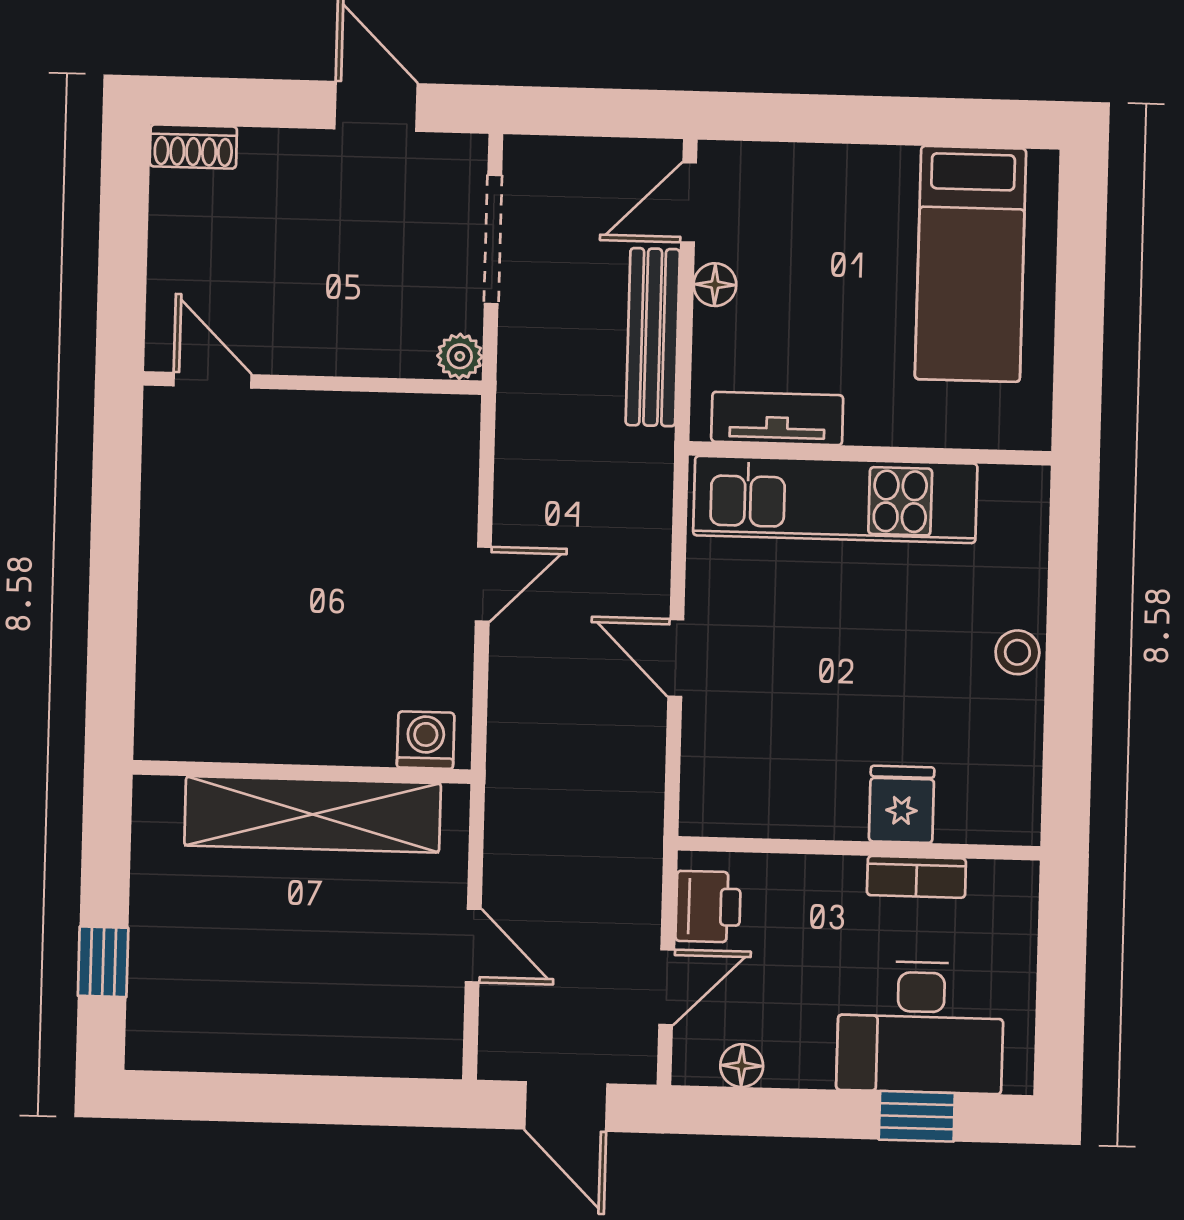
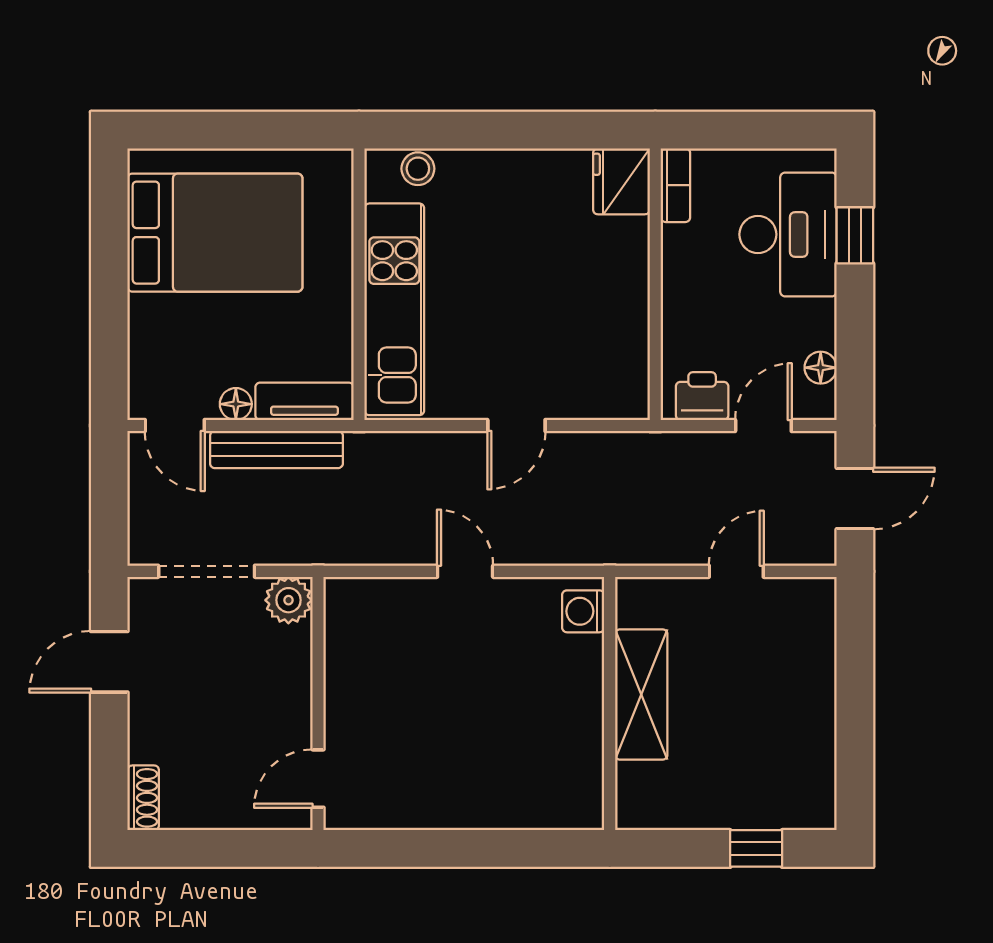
bed: (971, 264) -> (215, 233), width x1.50
plant: (460, 356) -> (288, 600), width x1.38, depth x1.38
tv unit: (777, 418) -> (304, 401), moved, turned 90
stool: (1017, 652) -> (418, 169), moved
fridge: (902, 804) -> (621, 181), moved, width x1.38
shelving: (313, 814) -> (641, 694), width x0.68
bookcase: (916, 877) -> (675, 185), moved
door: (667, 987) -> (763, 425), hinge flipped

